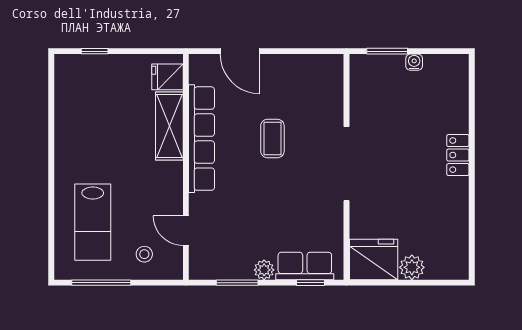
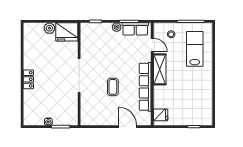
shelving: (169, 126) -> (160, 69), moved
row of seats: (305, 266) -> (135, 29), moved

